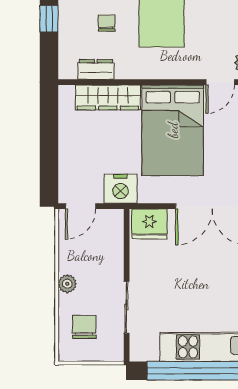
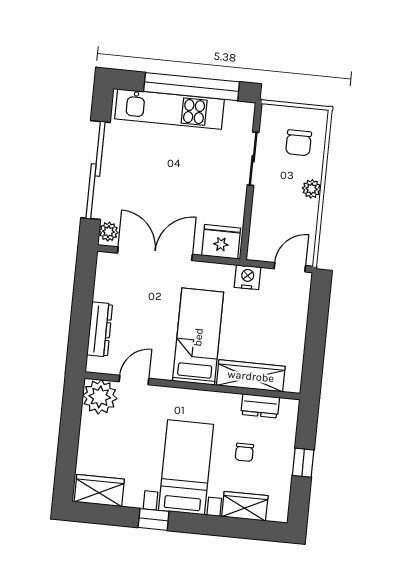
bed: (173, 130) -> (198, 337), width x0.67
nightstand: (120, 189) -> (248, 277), width x0.74, depth x0.75

